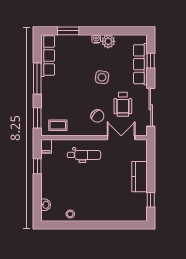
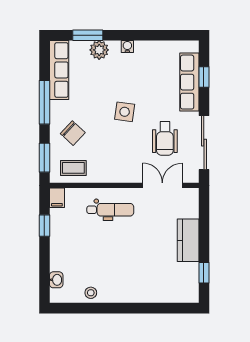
plant: (108, 41) -> (99, 50), moved
side table: (102, 77) -> (125, 112), moved
chair: (97, 116) -> (73, 133), moved

